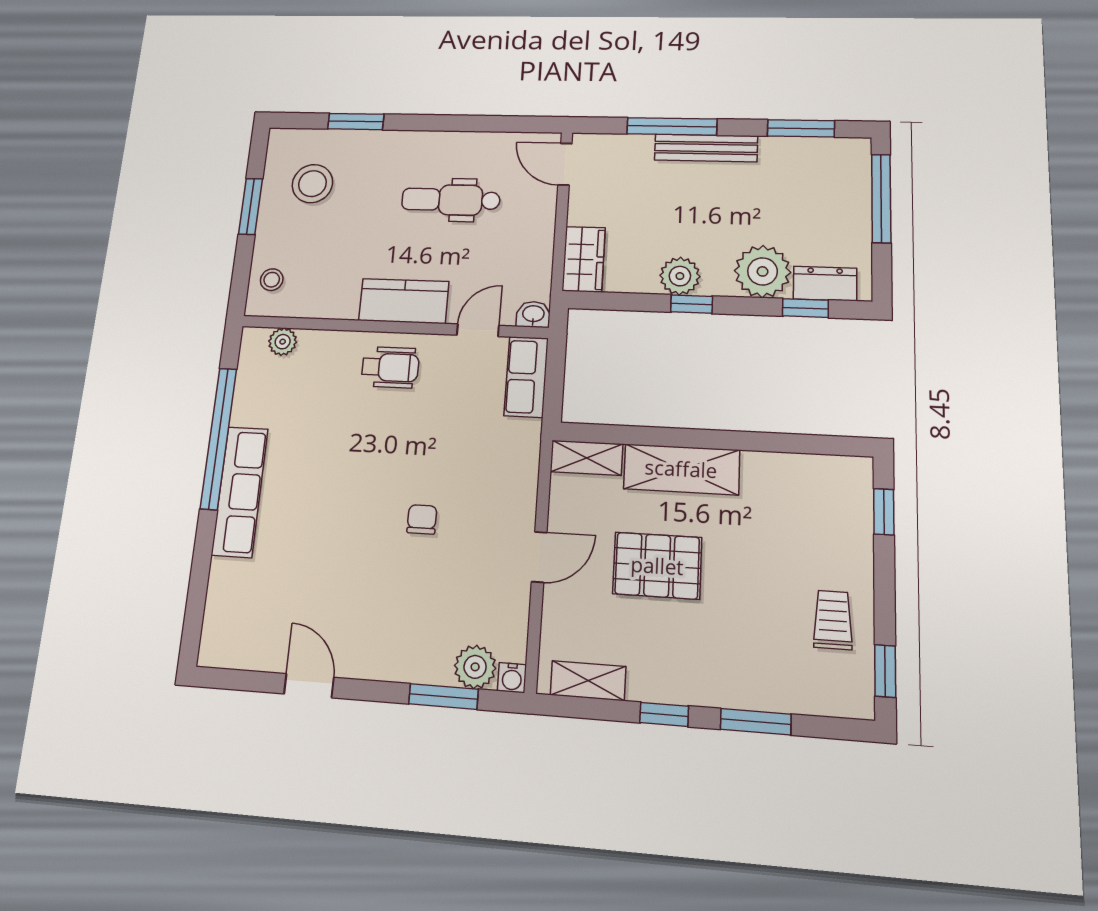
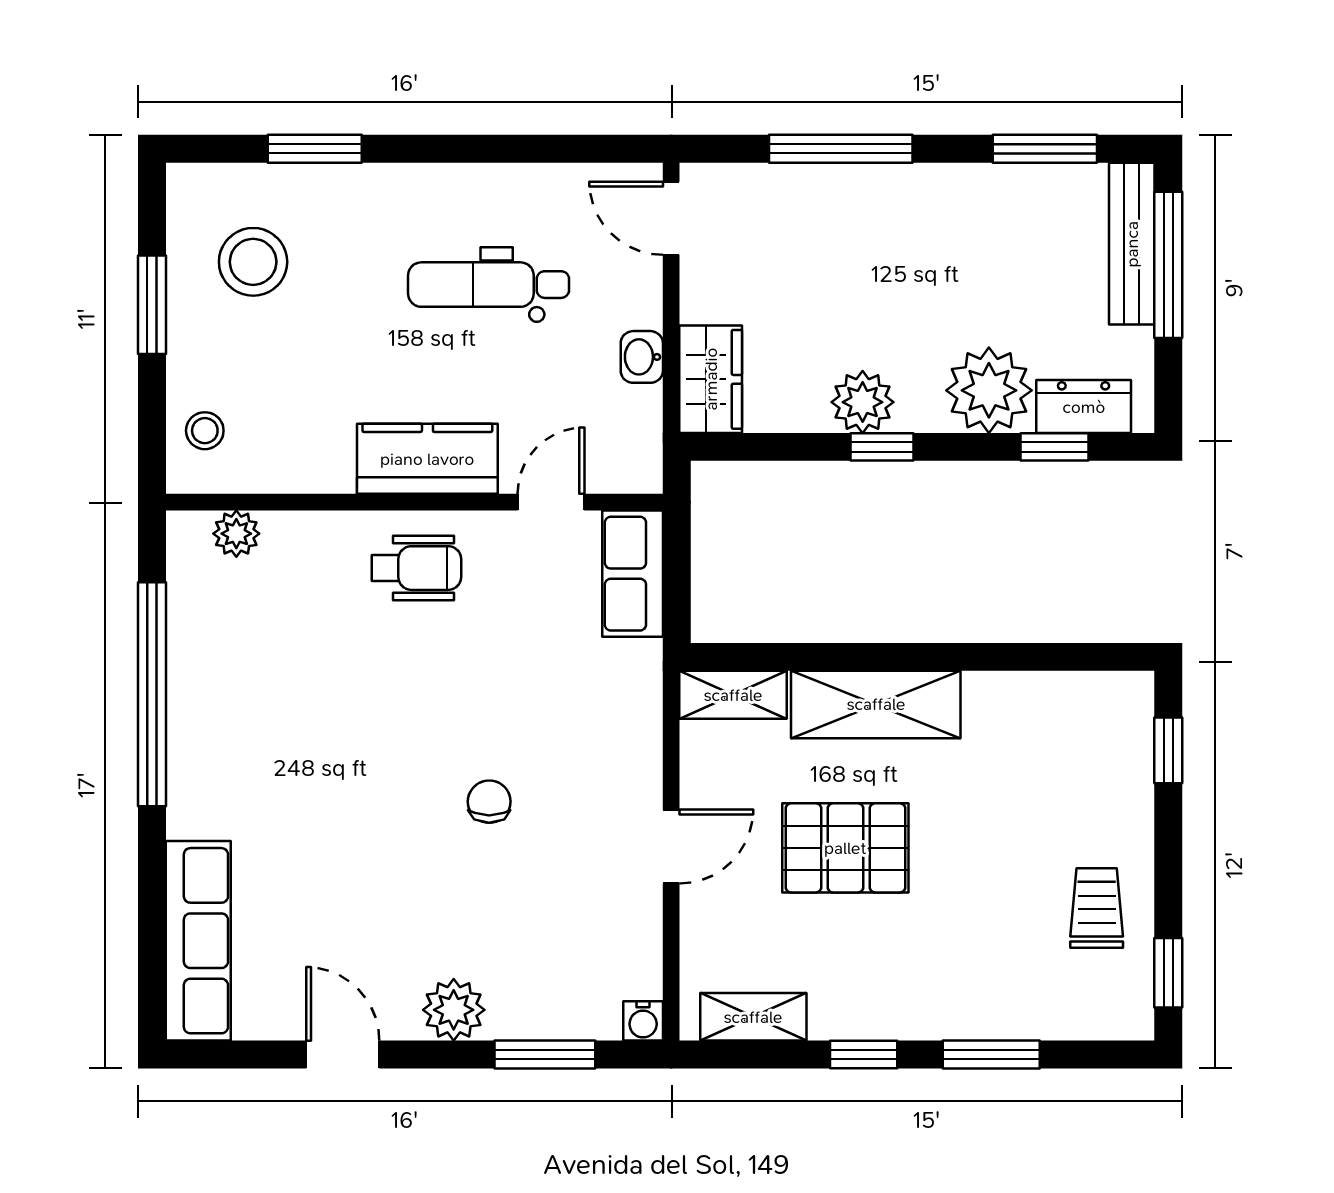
bench: (706, 148) -> (1132, 244), moved, turned 90
washbasin: (533, 314) -> (642, 357), moved, turned -90
row of seats: (240, 492) -> (198, 941), moved
plant: (475, 667) -> (454, 1010), moved

